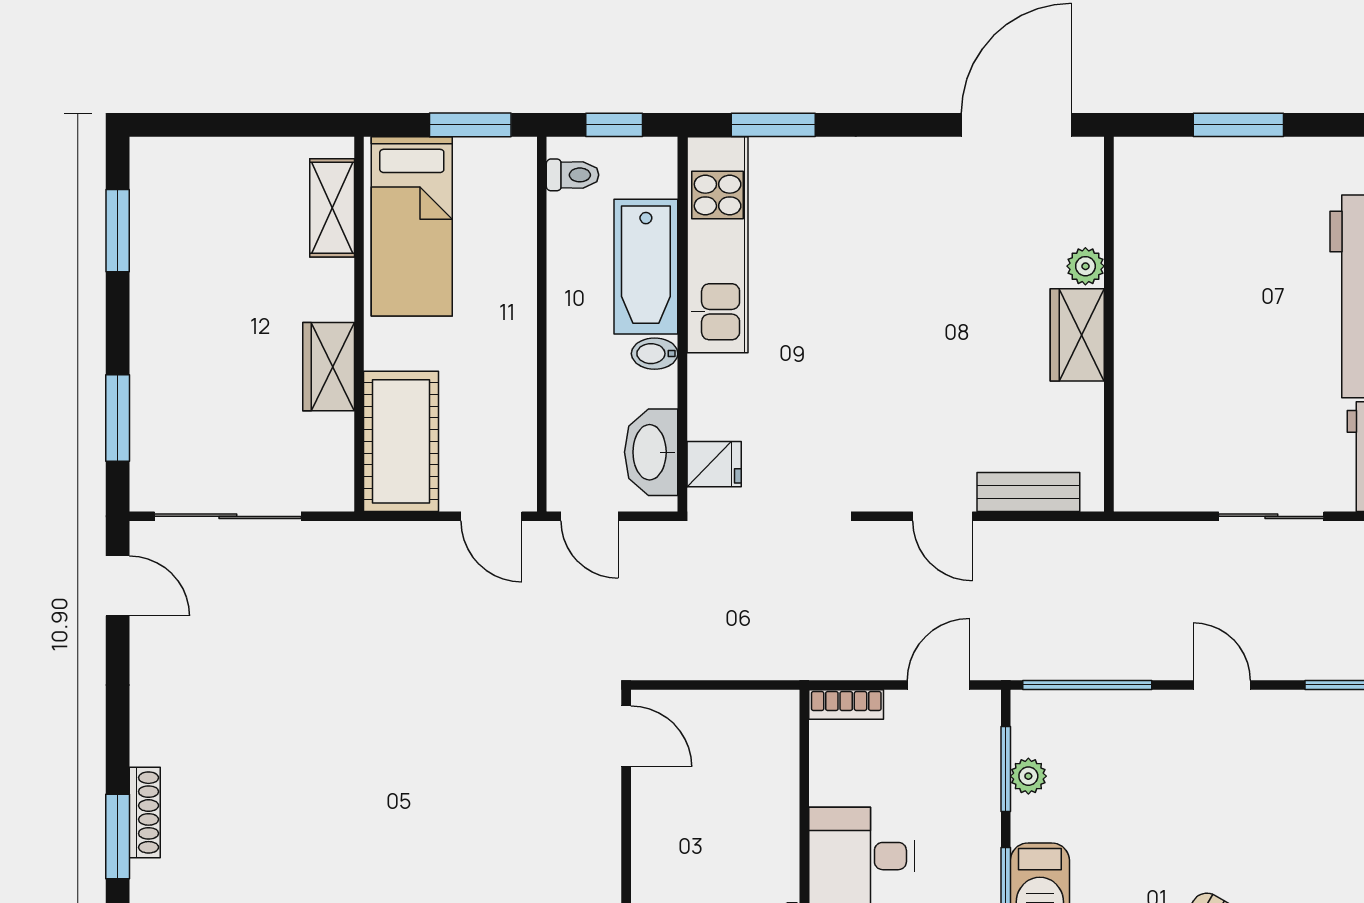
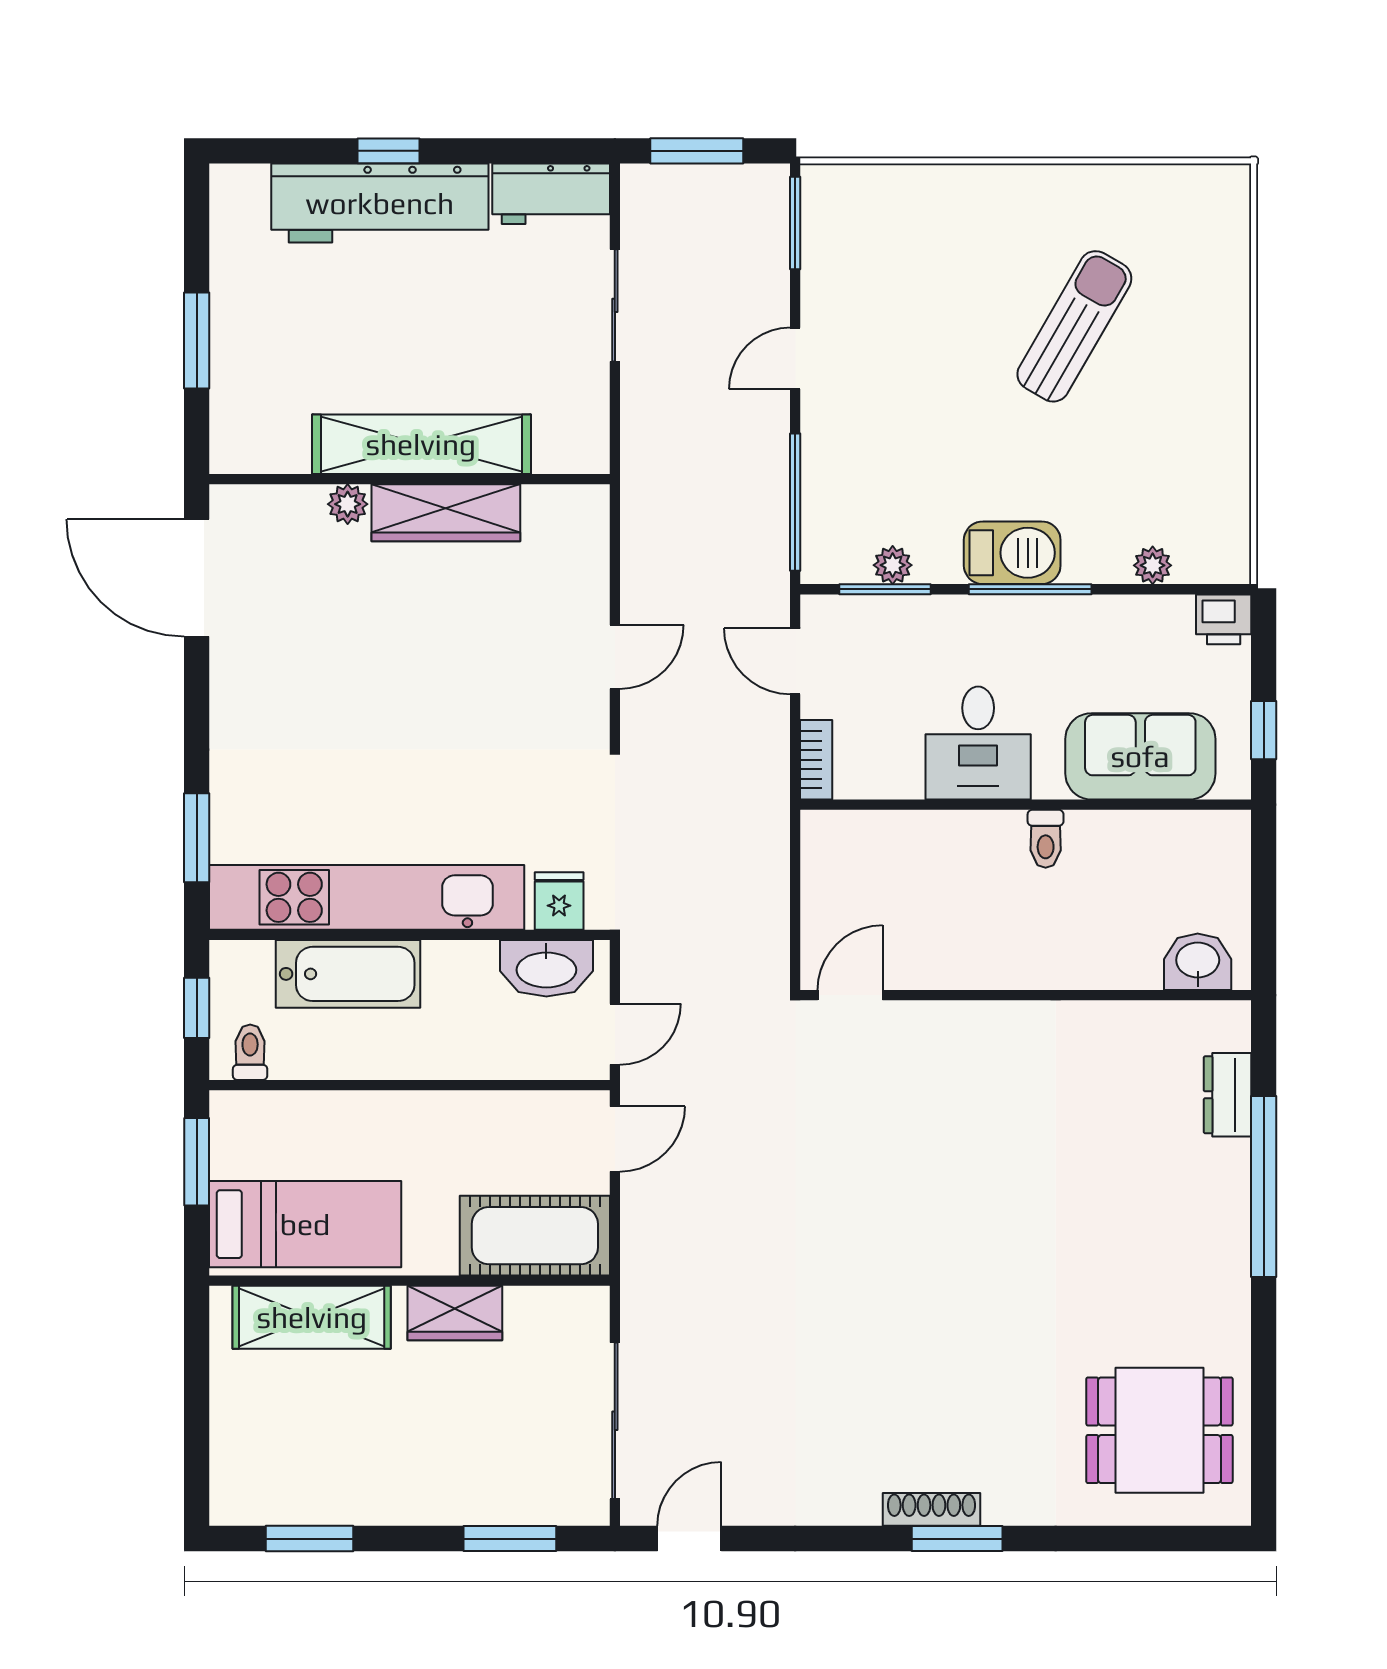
shelving: (332, 208) -> (312, 1317), width x1.50, depth x1.33
kitchen unit: (718, 245) -> (367, 897), width x1.36
wardrobe: (1077, 335) -> (446, 513), width x1.50
shelving: (1141, 335) -> (421, 444), added
bidet: (655, 354) -> (441, 965), removed
bench: (1028, 492) -> (589, 565), removed

